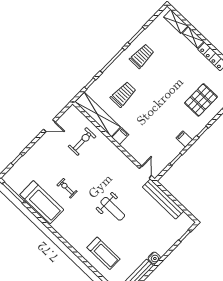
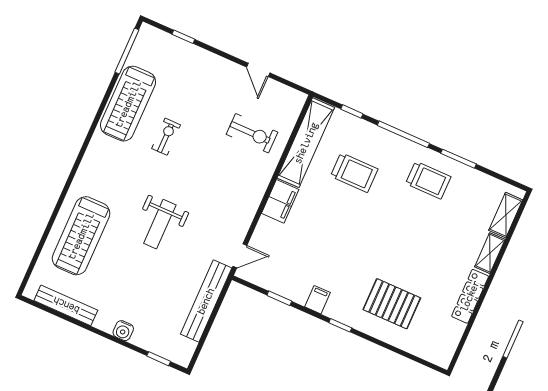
filing cabinet: (120, 136) -> (280, 201), width x2.00
treadmill: (104, 253) -> (81, 236), width x1.37, depth x1.38
water cooler: (154, 258) -> (123, 331), moved

